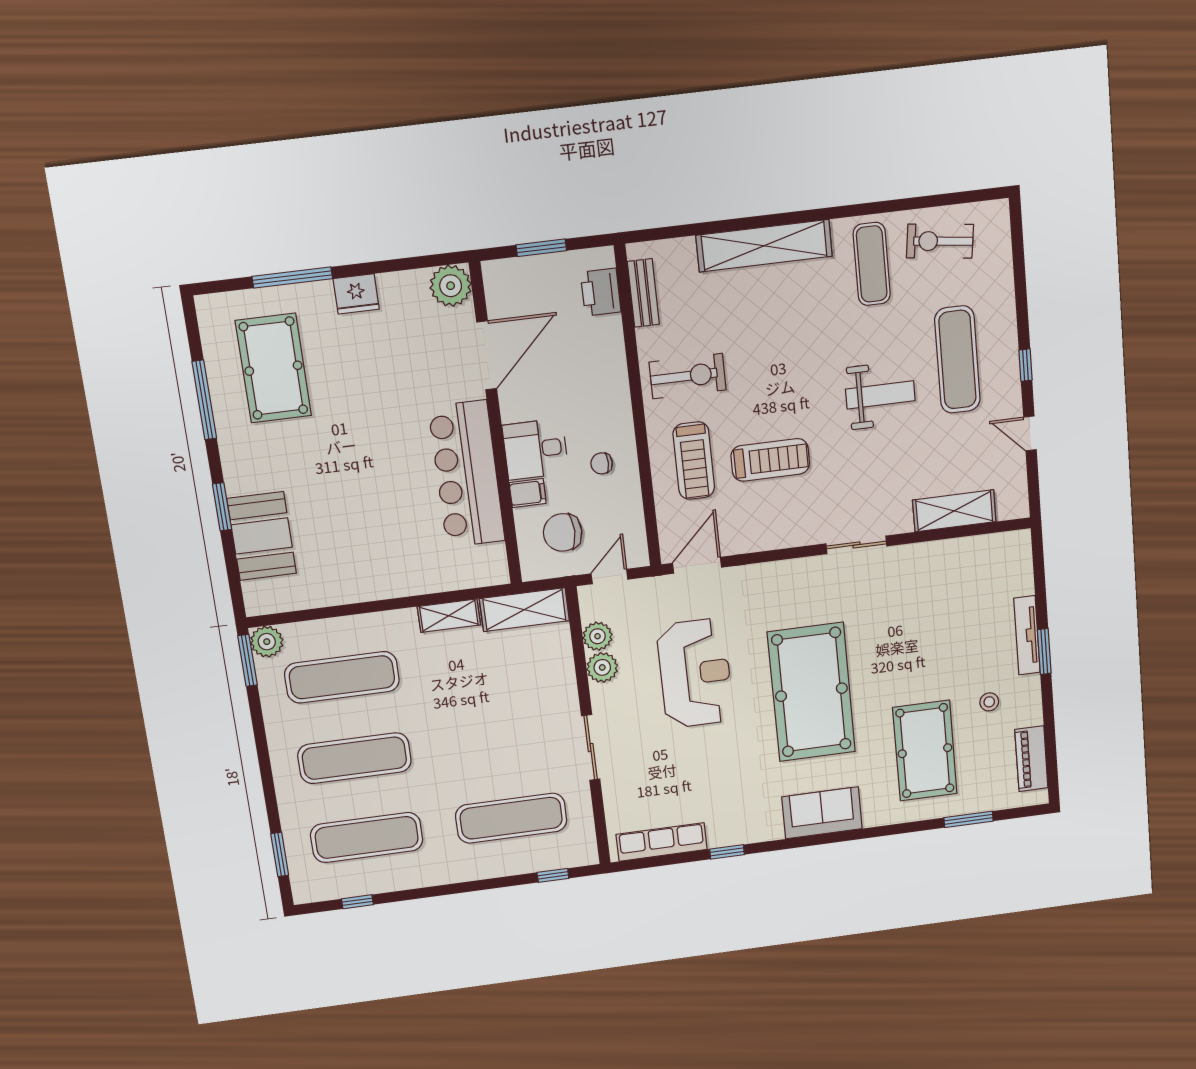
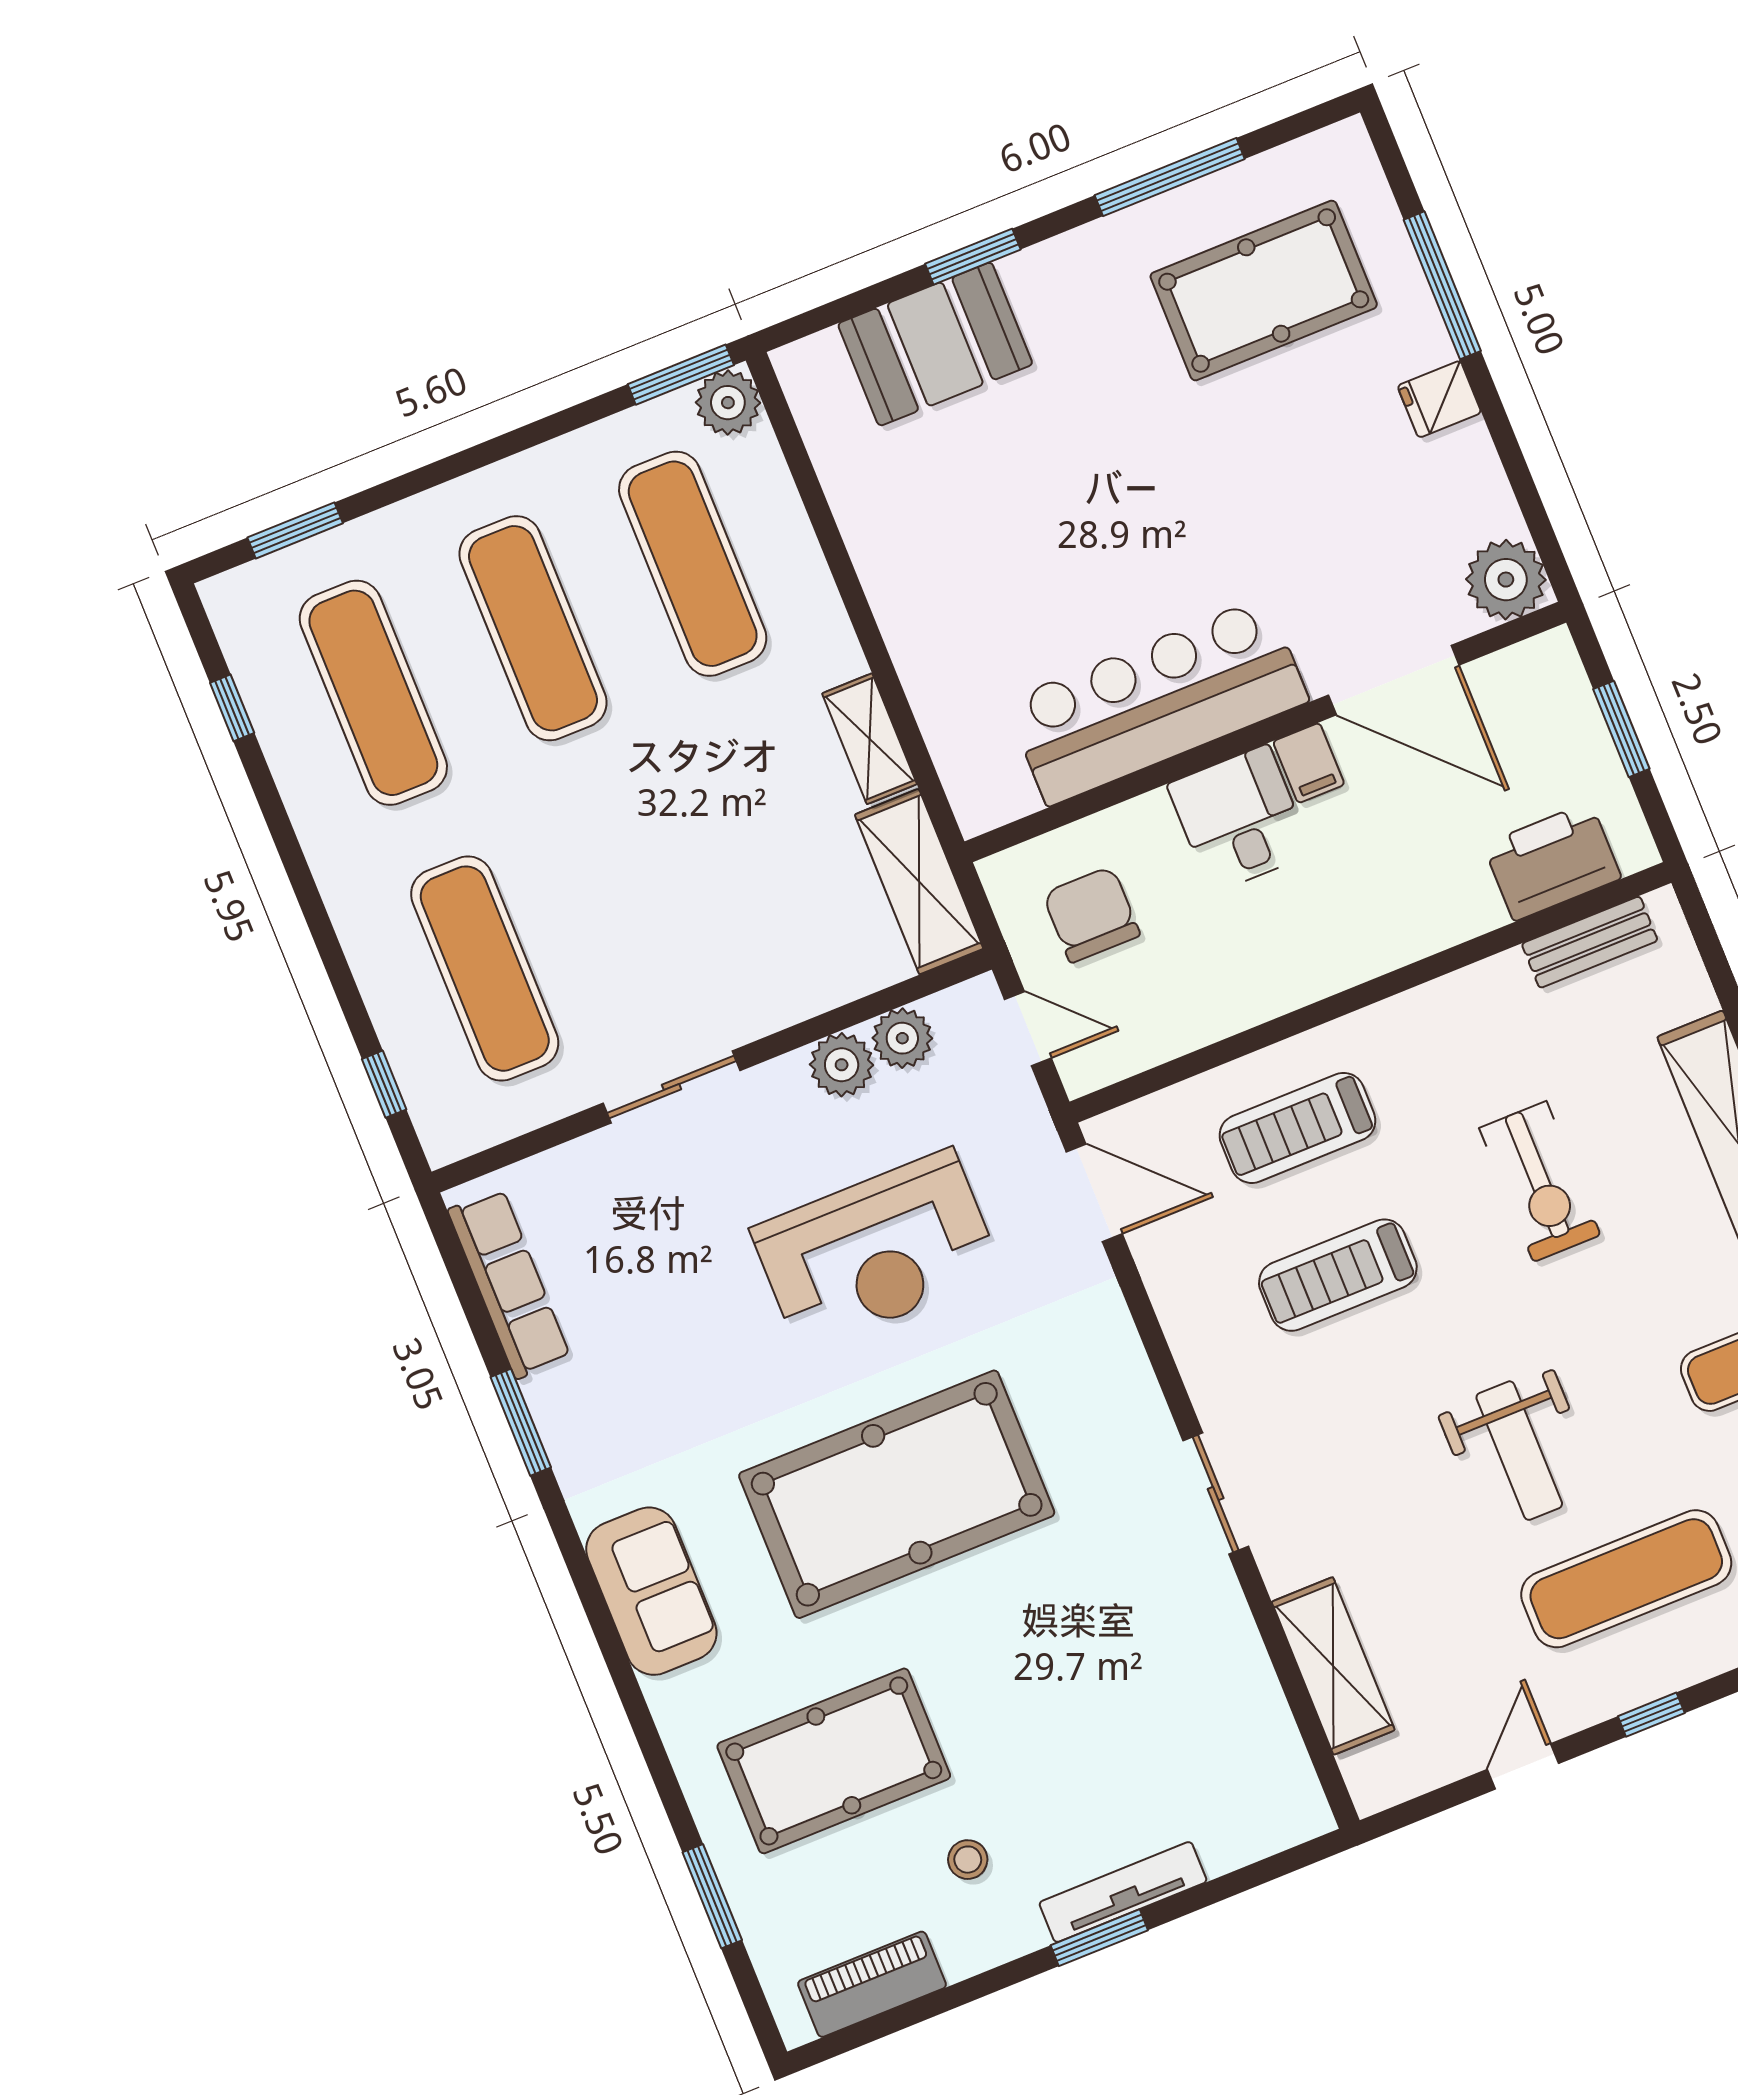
printer: (601, 292) -> (1552, 861), width x1.37, depth x1.19
fridge: (356, 294) -> (1439, 399), width x0.72
exercise bike: (688, 376) -> (1540, 1182), moved
treadmill: (770, 460) -> (1338, 1275), turned 90
chair: (602, 463) -> (1245, 953), removed
filing cabinet: (528, 493) -> (1309, 763), moved
window: (727, 852) -> (521, 1422), width x1.50

